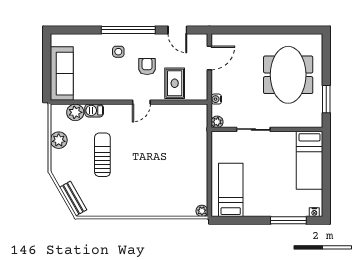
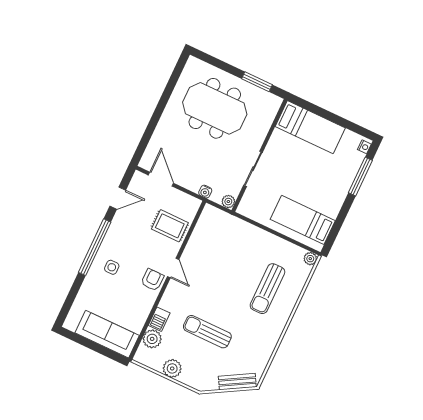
armchair: (147, 66) -> (152, 280), moved, turned 90
sun lounger: (161, 187) -> (267, 289), added

